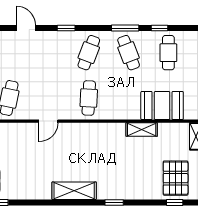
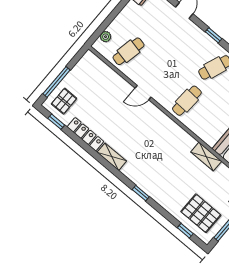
pallet: (176, 178) -> (201, 213), turned 90
shelving: (74, 191) -> (112, 157), width x0.67, depth x0.75
locker: (31, 193) -> (85, 134), added

